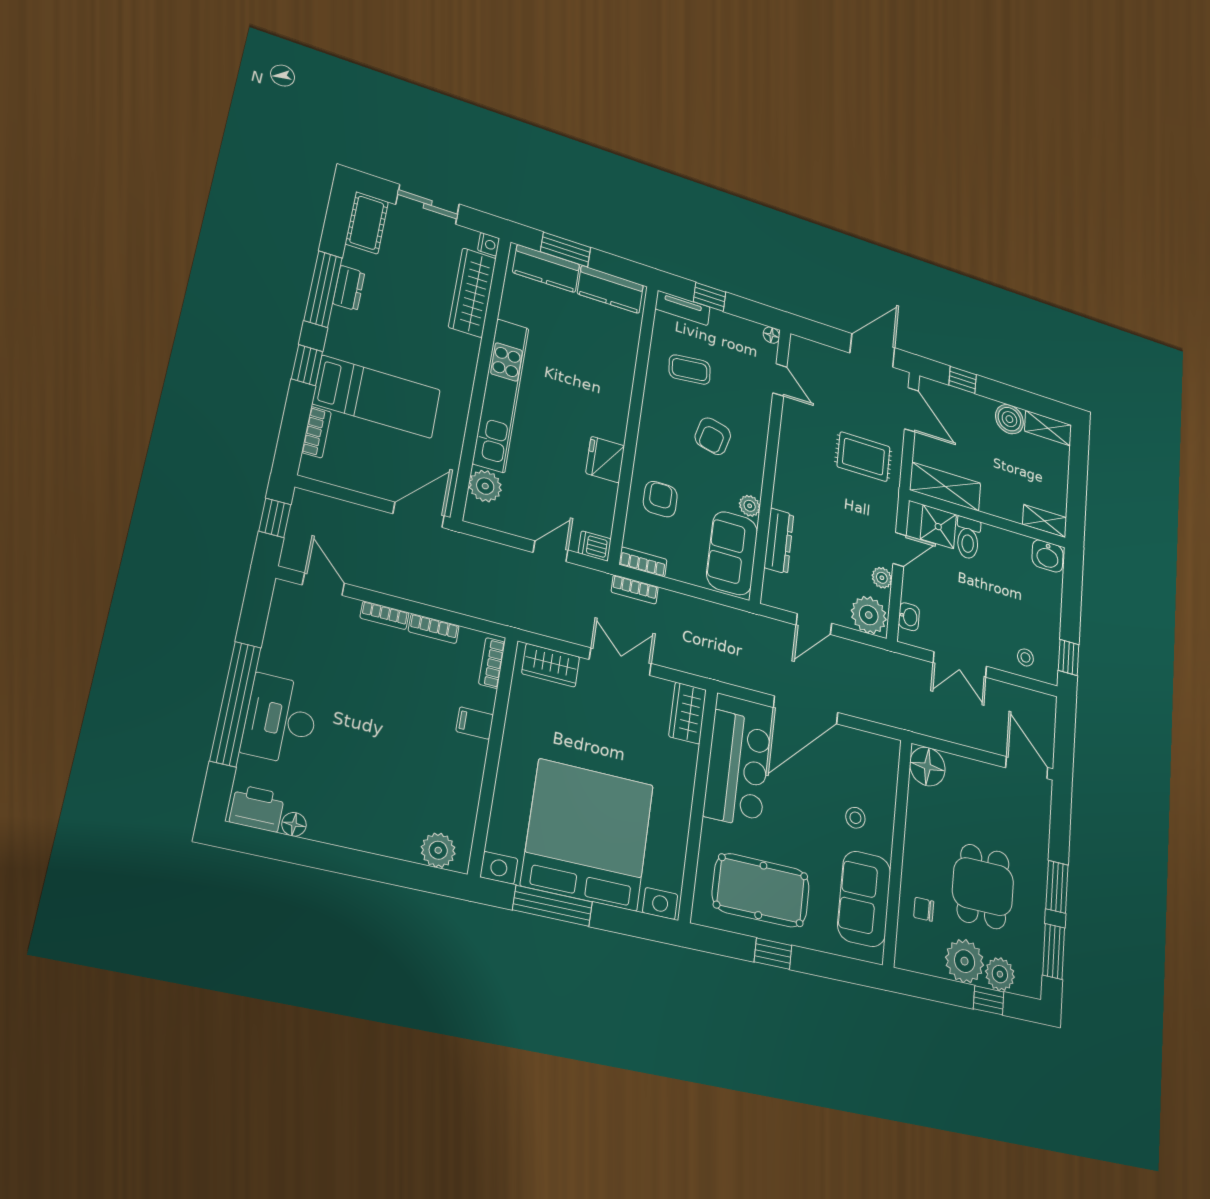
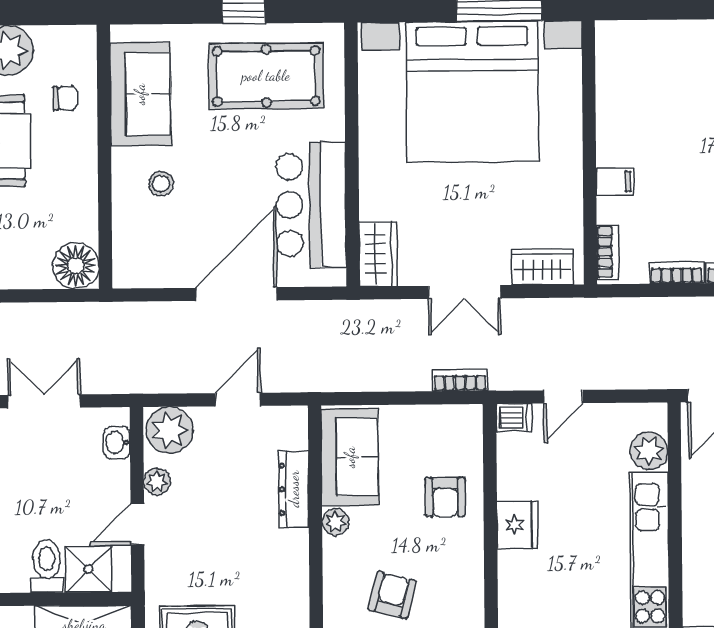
bookcase: (643, 562) -> (455, 415), removed
plant: (438, 850) -> (630, 38), removed

